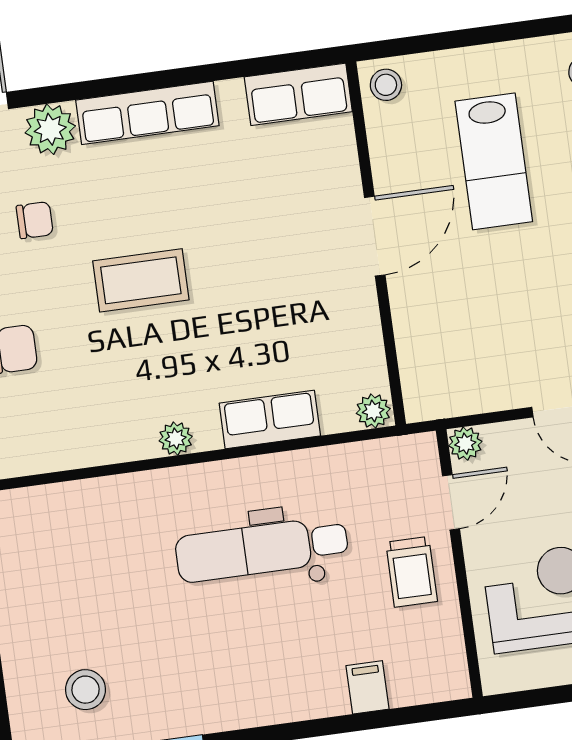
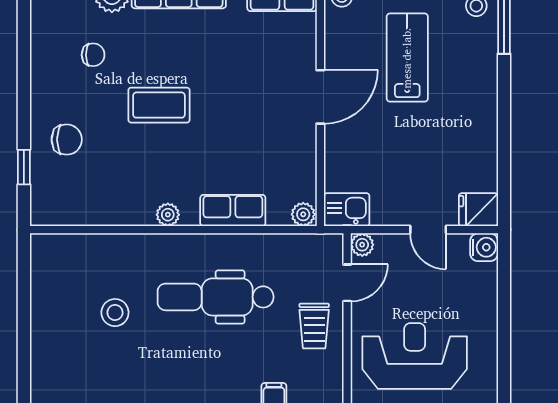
lab bench: (494, 161) -> (407, 58), turned 180
kitchen sink: (436, 395) -> (347, 210), added
stool: (86, 690) -> (115, 313), moved

